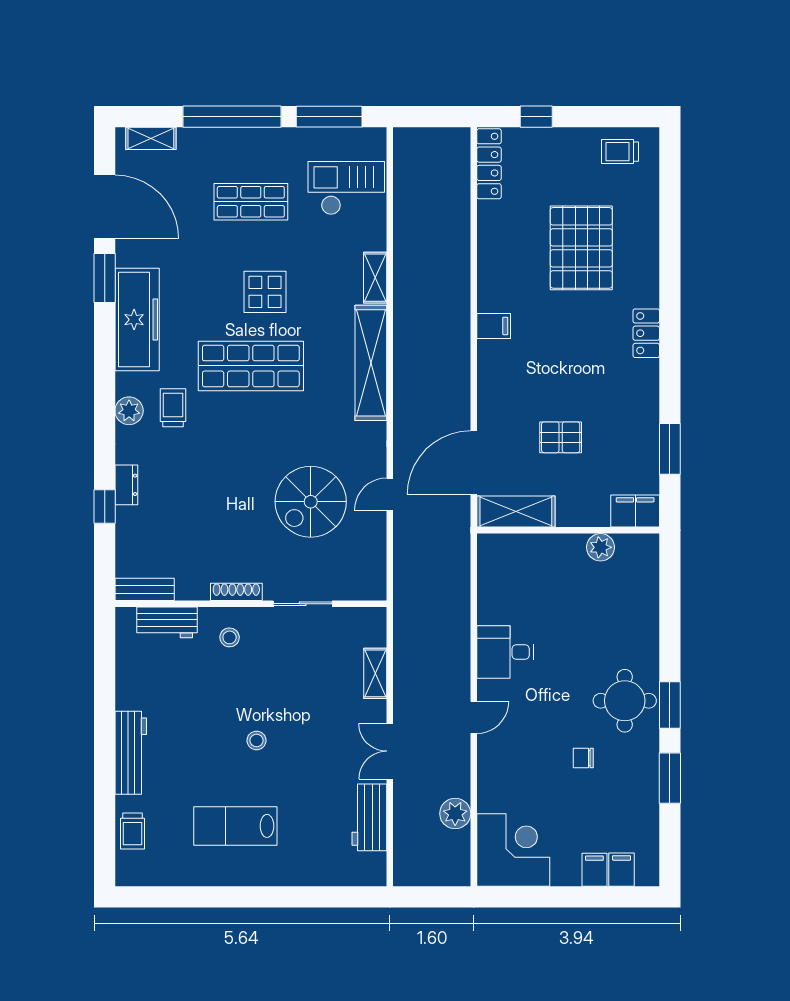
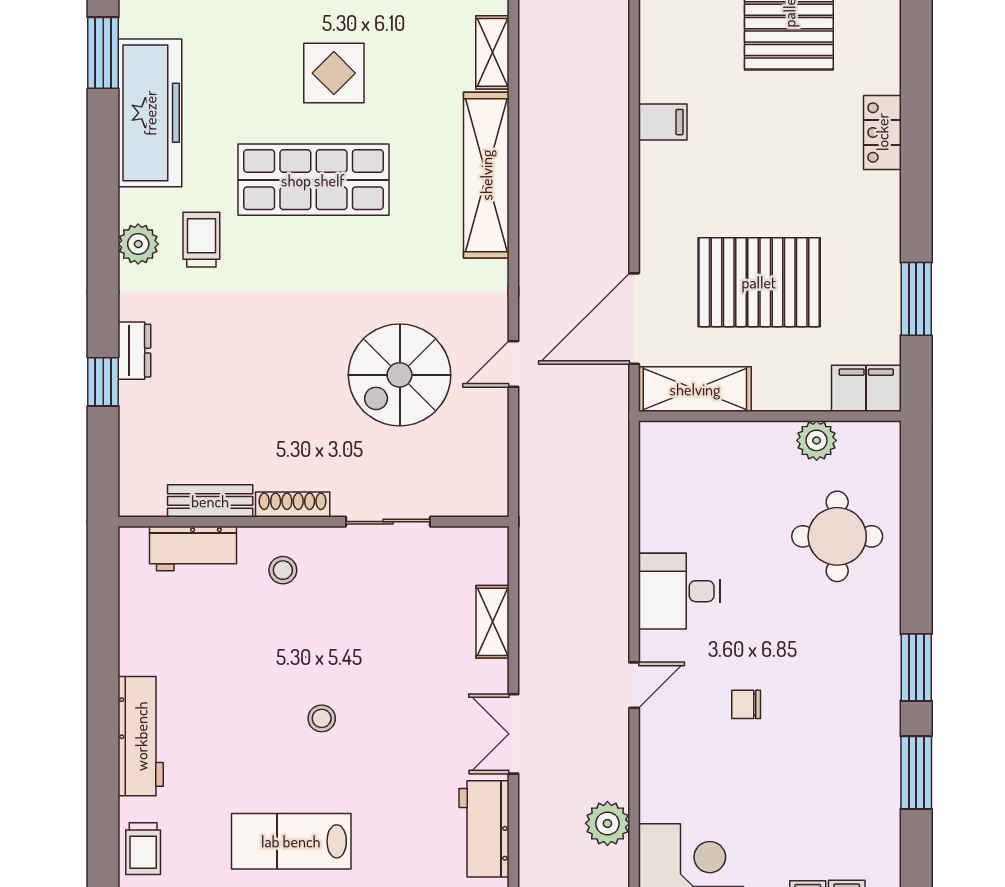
pallet: (561, 437) -> (759, 282), width x2.05, depth x2.00
bench: (145, 589) -> (210, 501), moved
round table: (625, 701) -> (837, 536), moved
chair: (583, 758) -> (746, 704), moved

